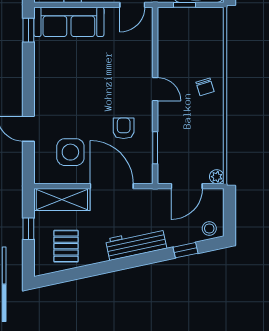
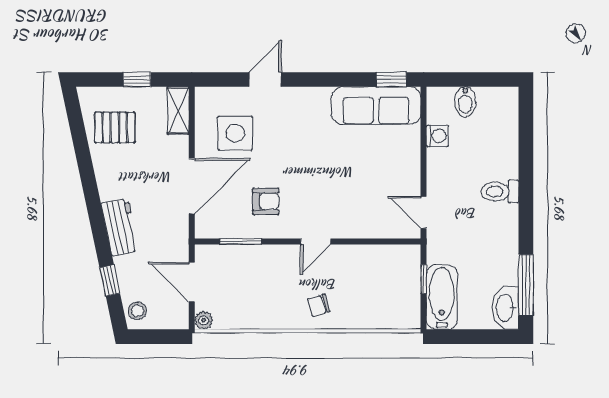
sofa: (69, 22) -> (376, 106), moved, turned -90
shelving: (62, 199) -> (178, 110), width x0.67, depth x0.75
workbench: (136, 244) -> (120, 227), width x0.73

